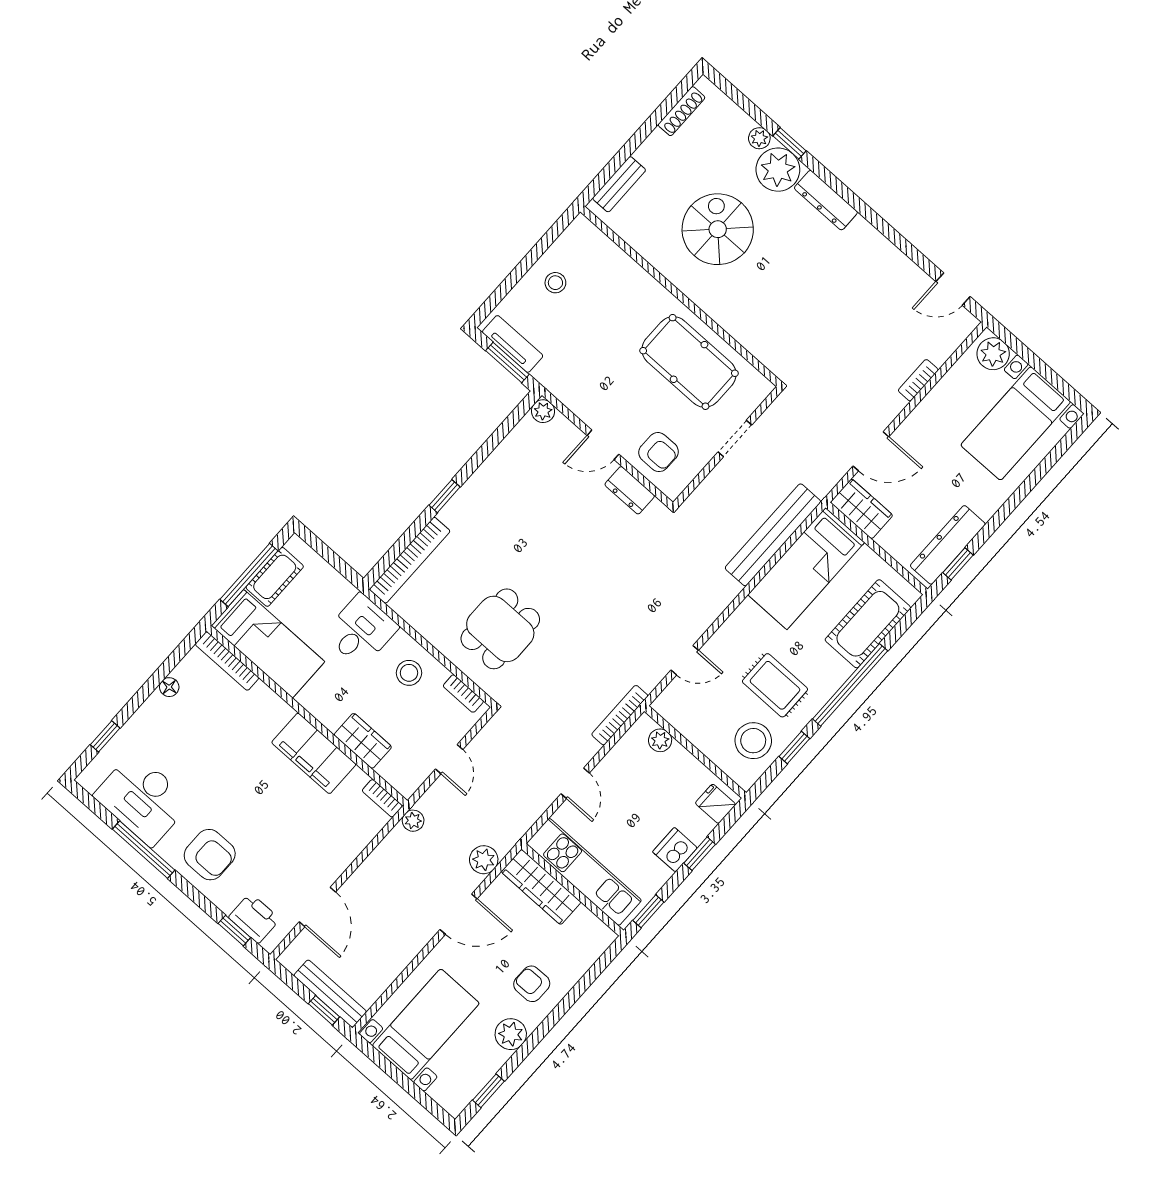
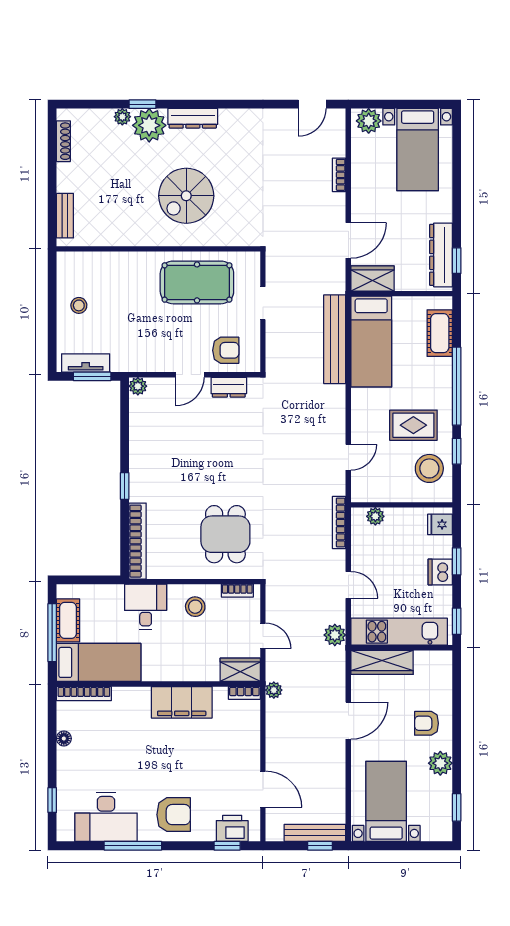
spiral stairs: (718, 229) -> (186, 196), moved, turned -90
cot: (868, 624) -> (440, 333), width x0.73, depth x0.75
wardrobe: (363, 741) -> (240, 670), moved
plant: (484, 860) -> (335, 635), moved

